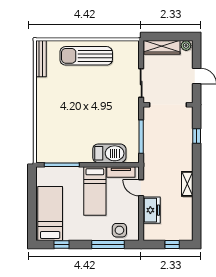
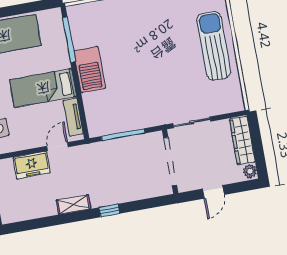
window: (197, 136) -> (109, 210), moved
barbecue: (109, 153) -> (89, 70), moved

